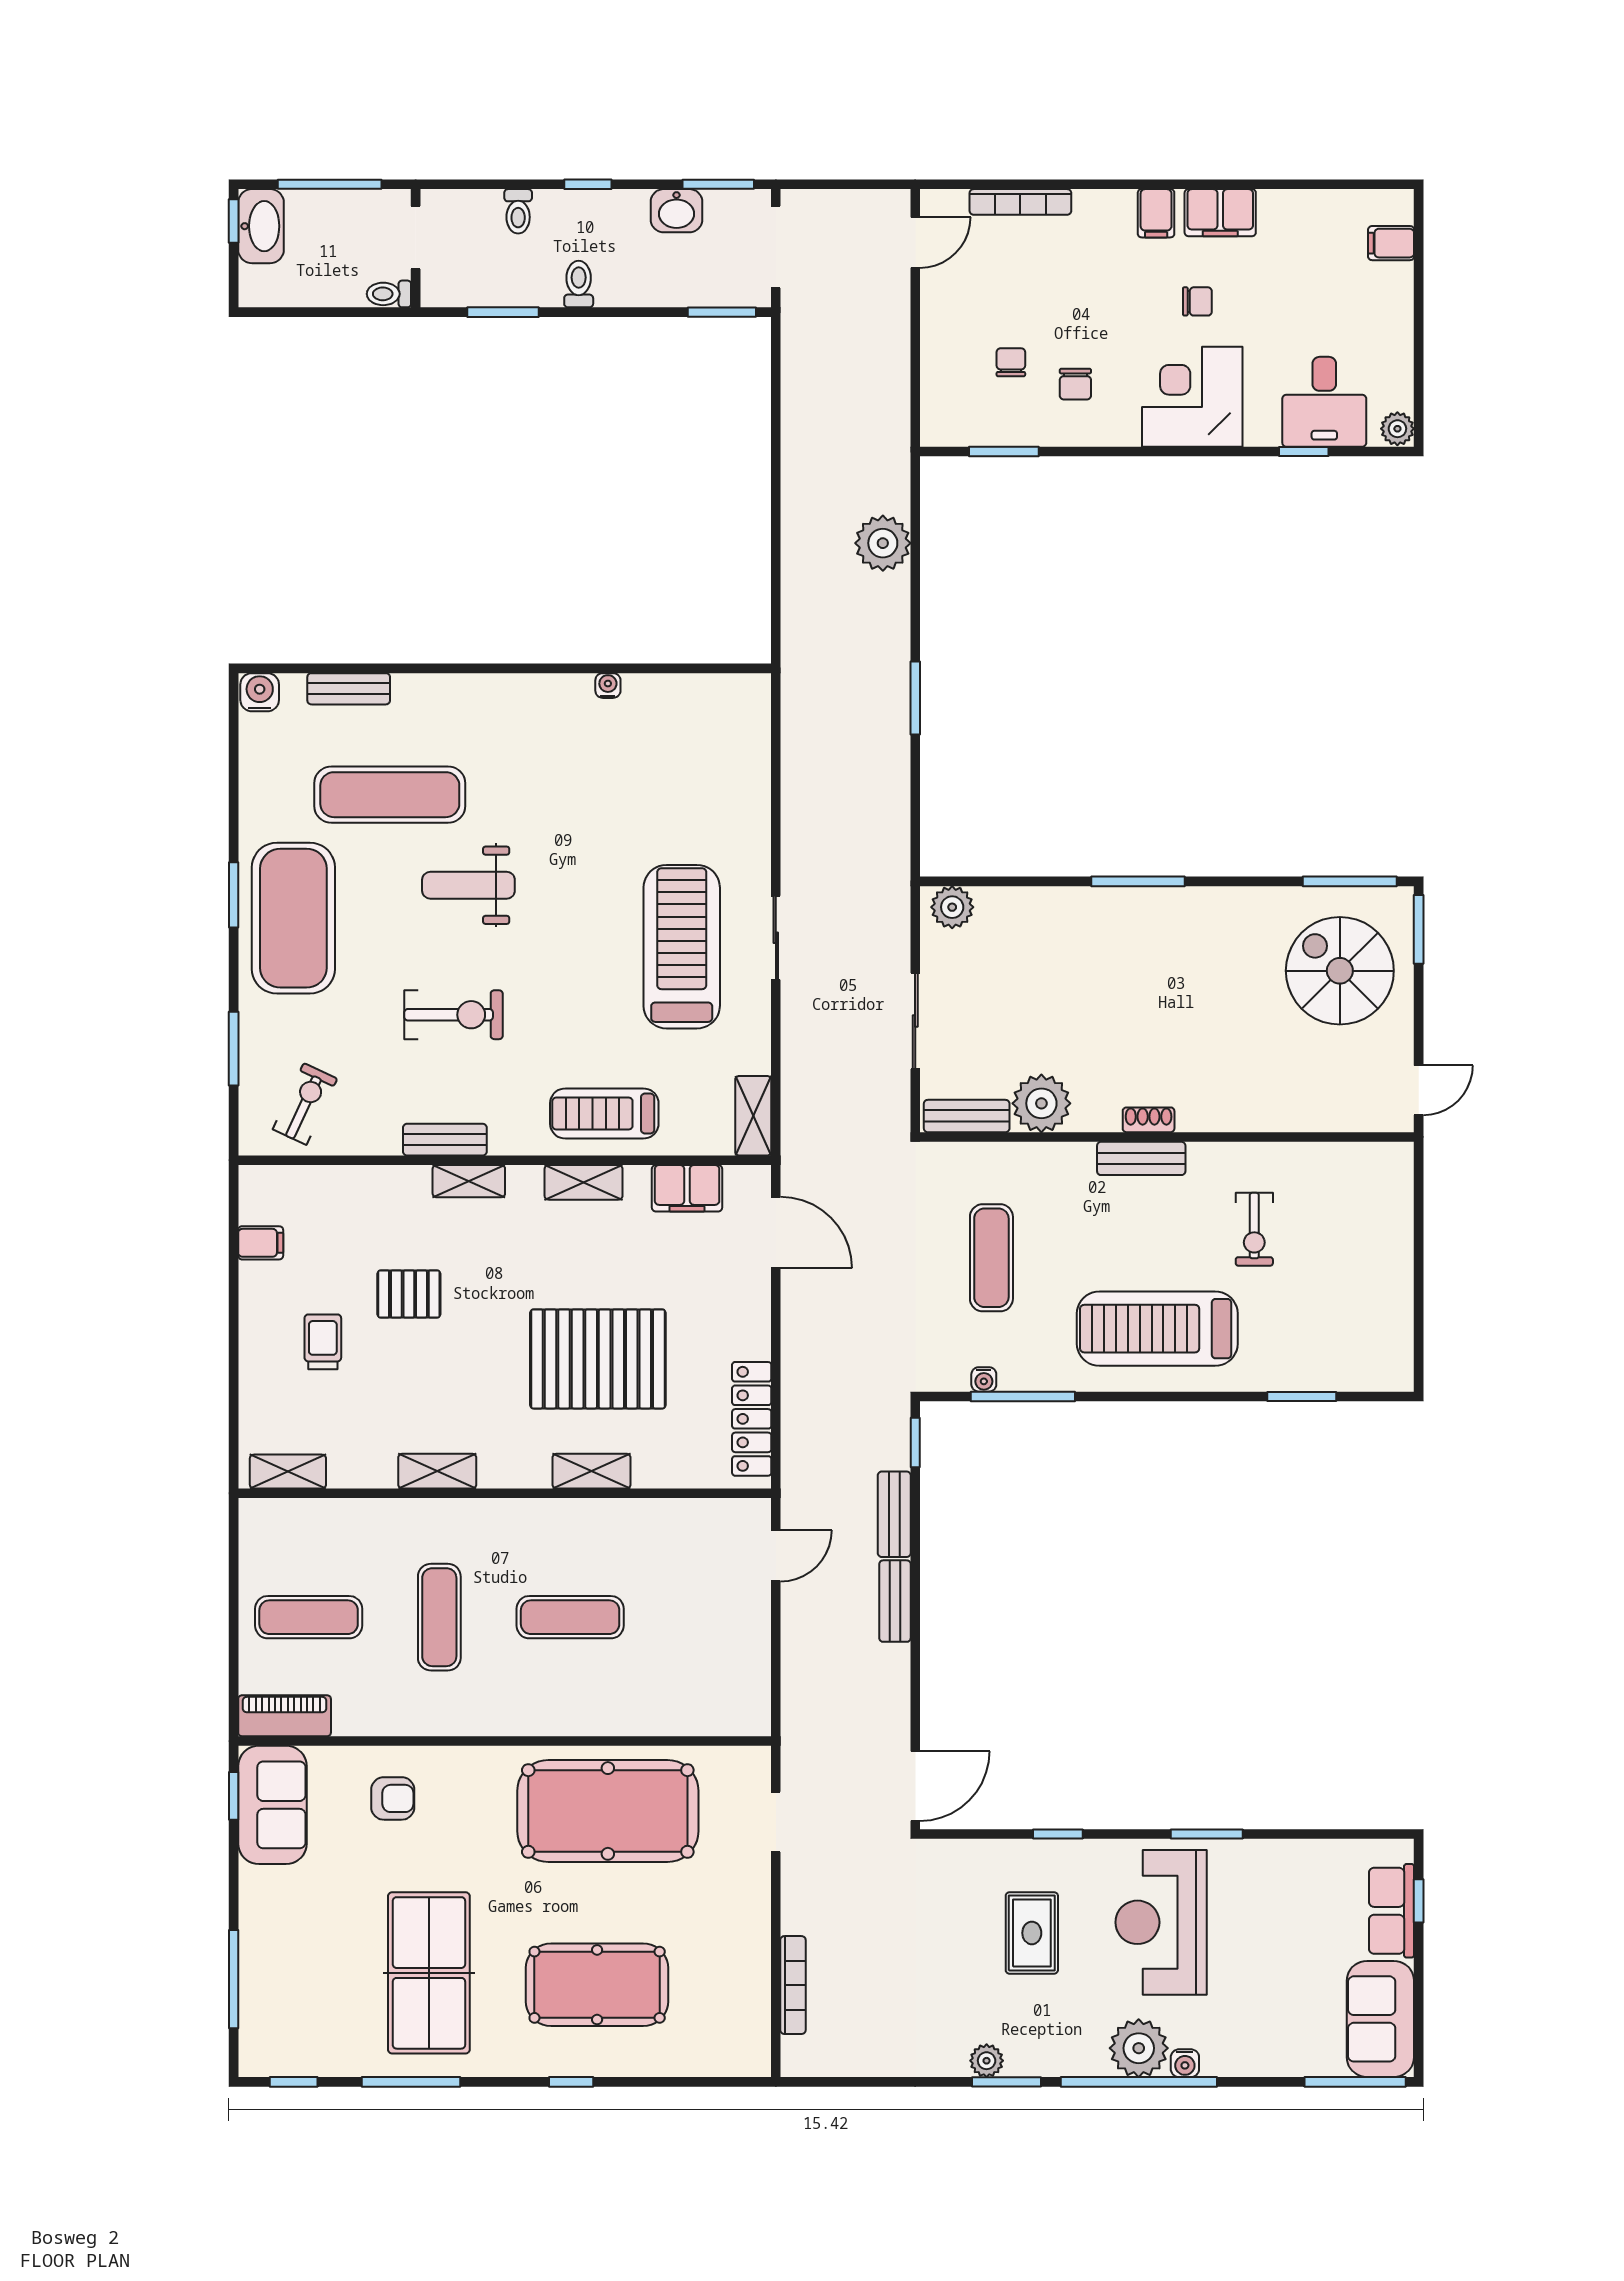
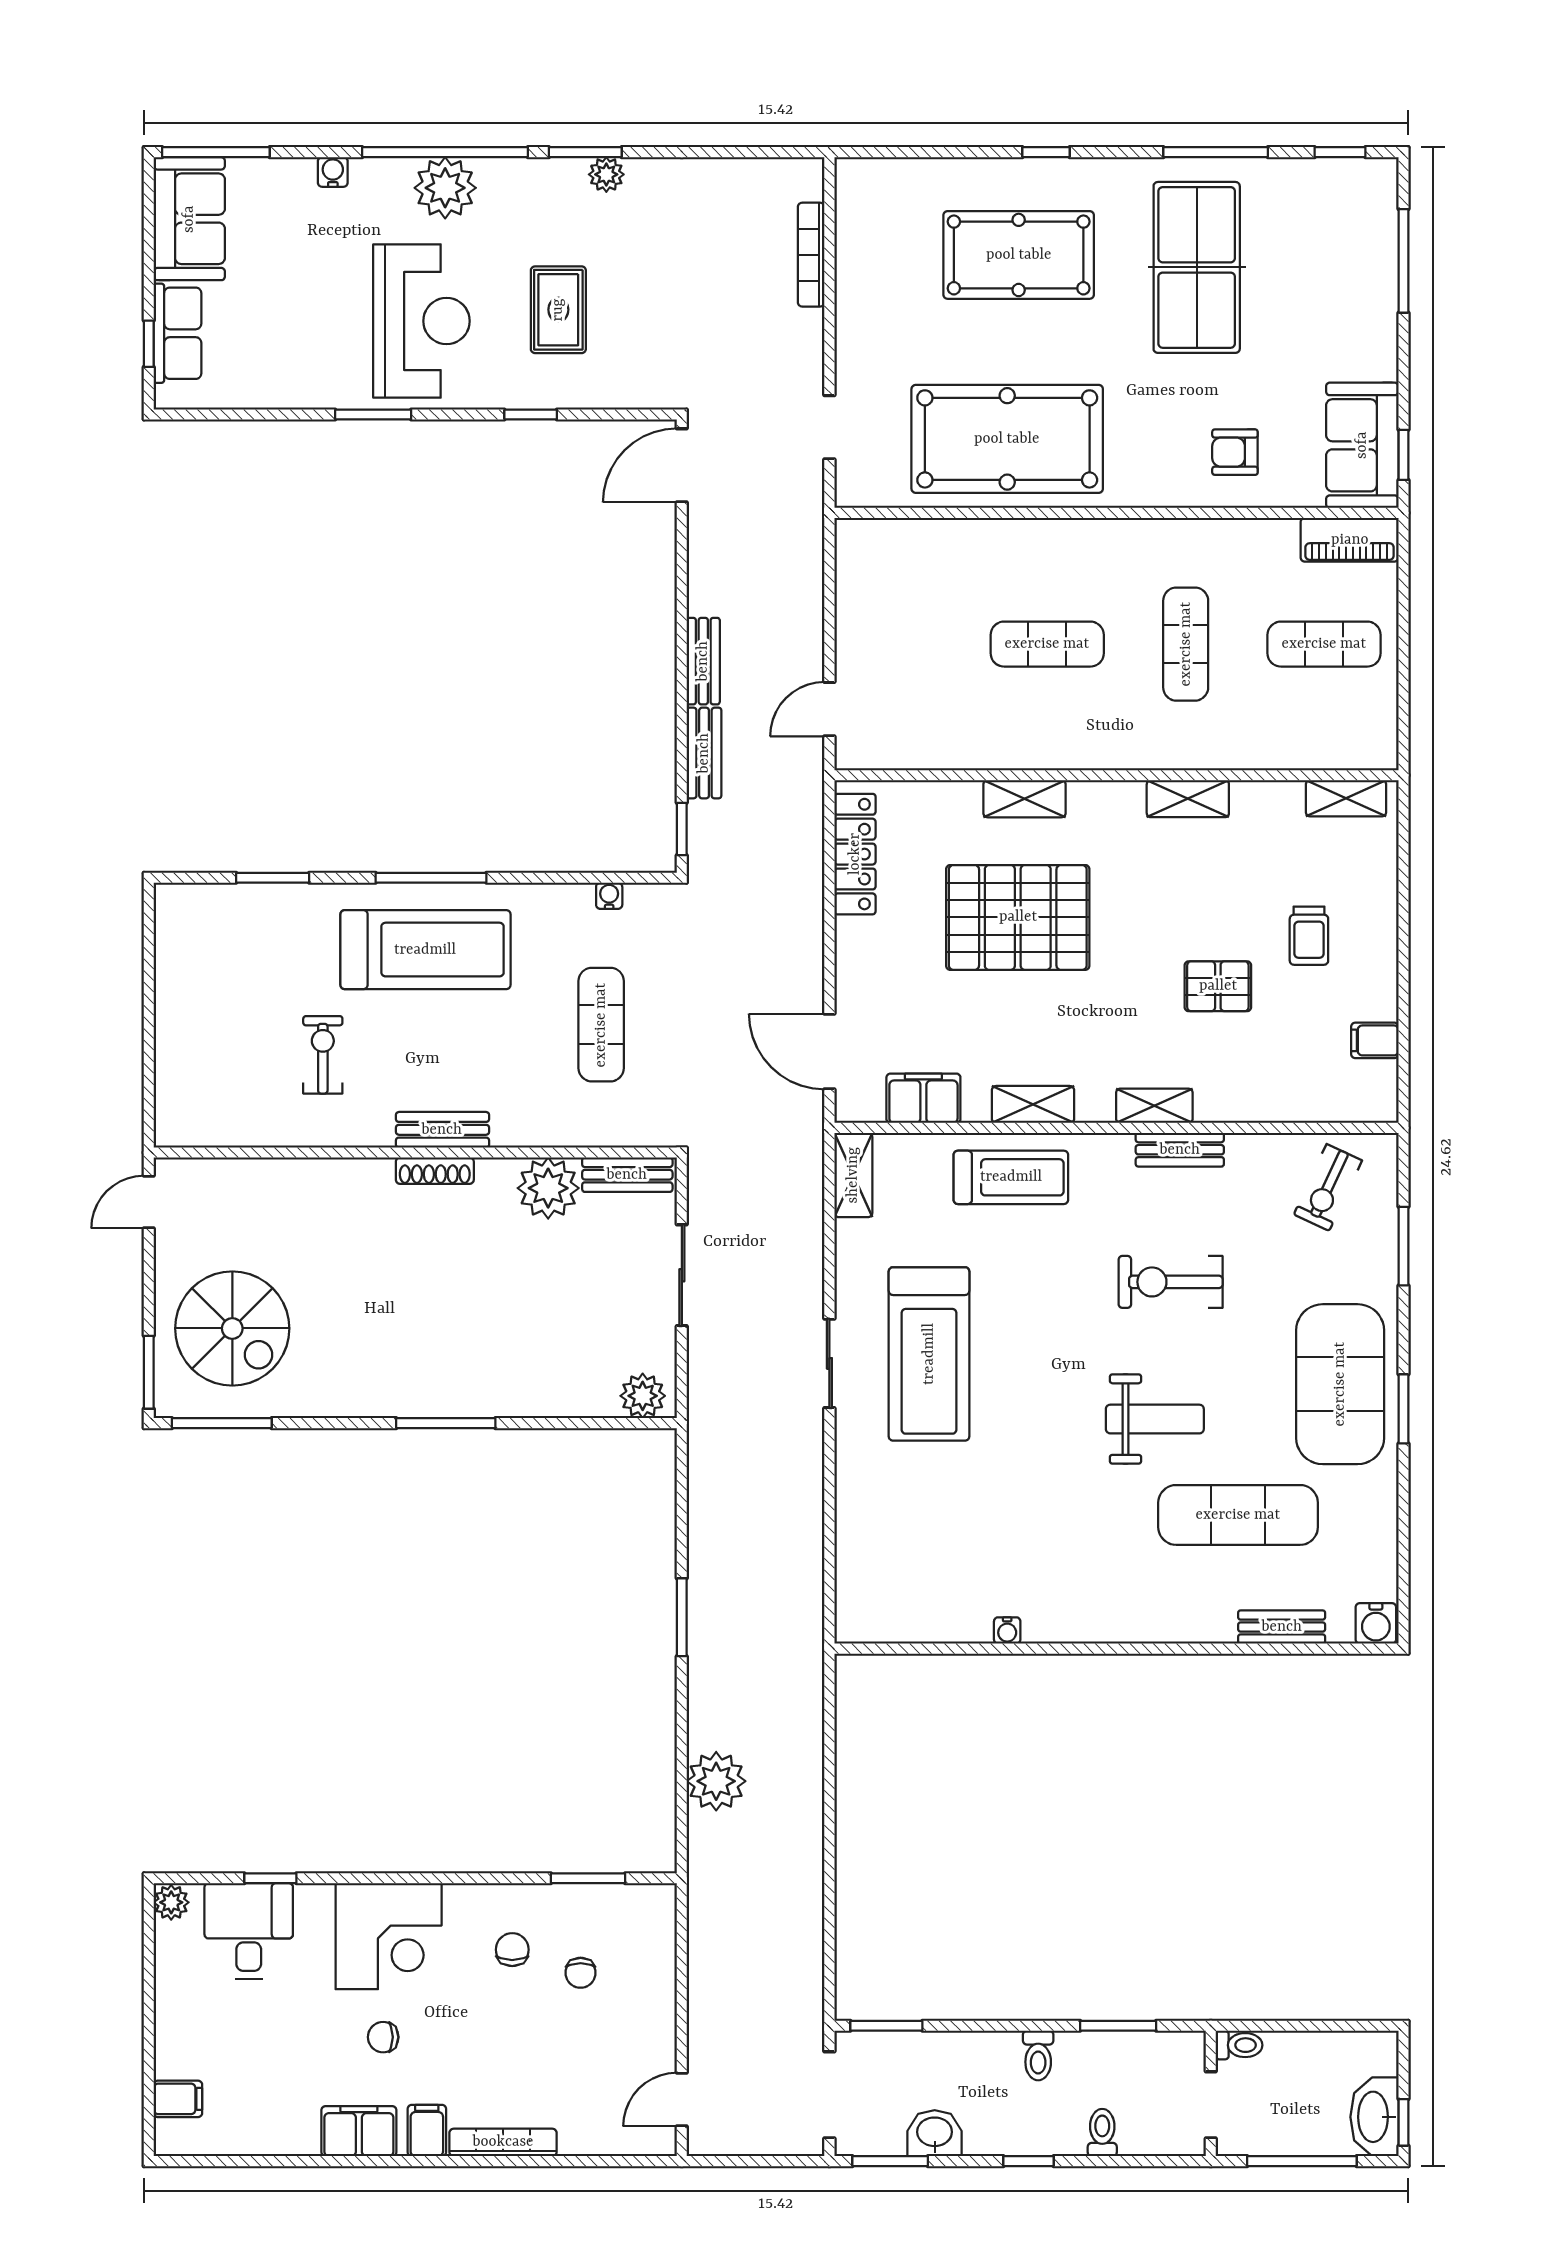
bookcase: (1020, 202) -> (503, 2142), moved
shoe rack: (1149, 1120) -> (435, 1171), width x1.43
window: (1023, 1396) -> (431, 878), moved
water cooler: (1185, 2063) -> (333, 172), moved

